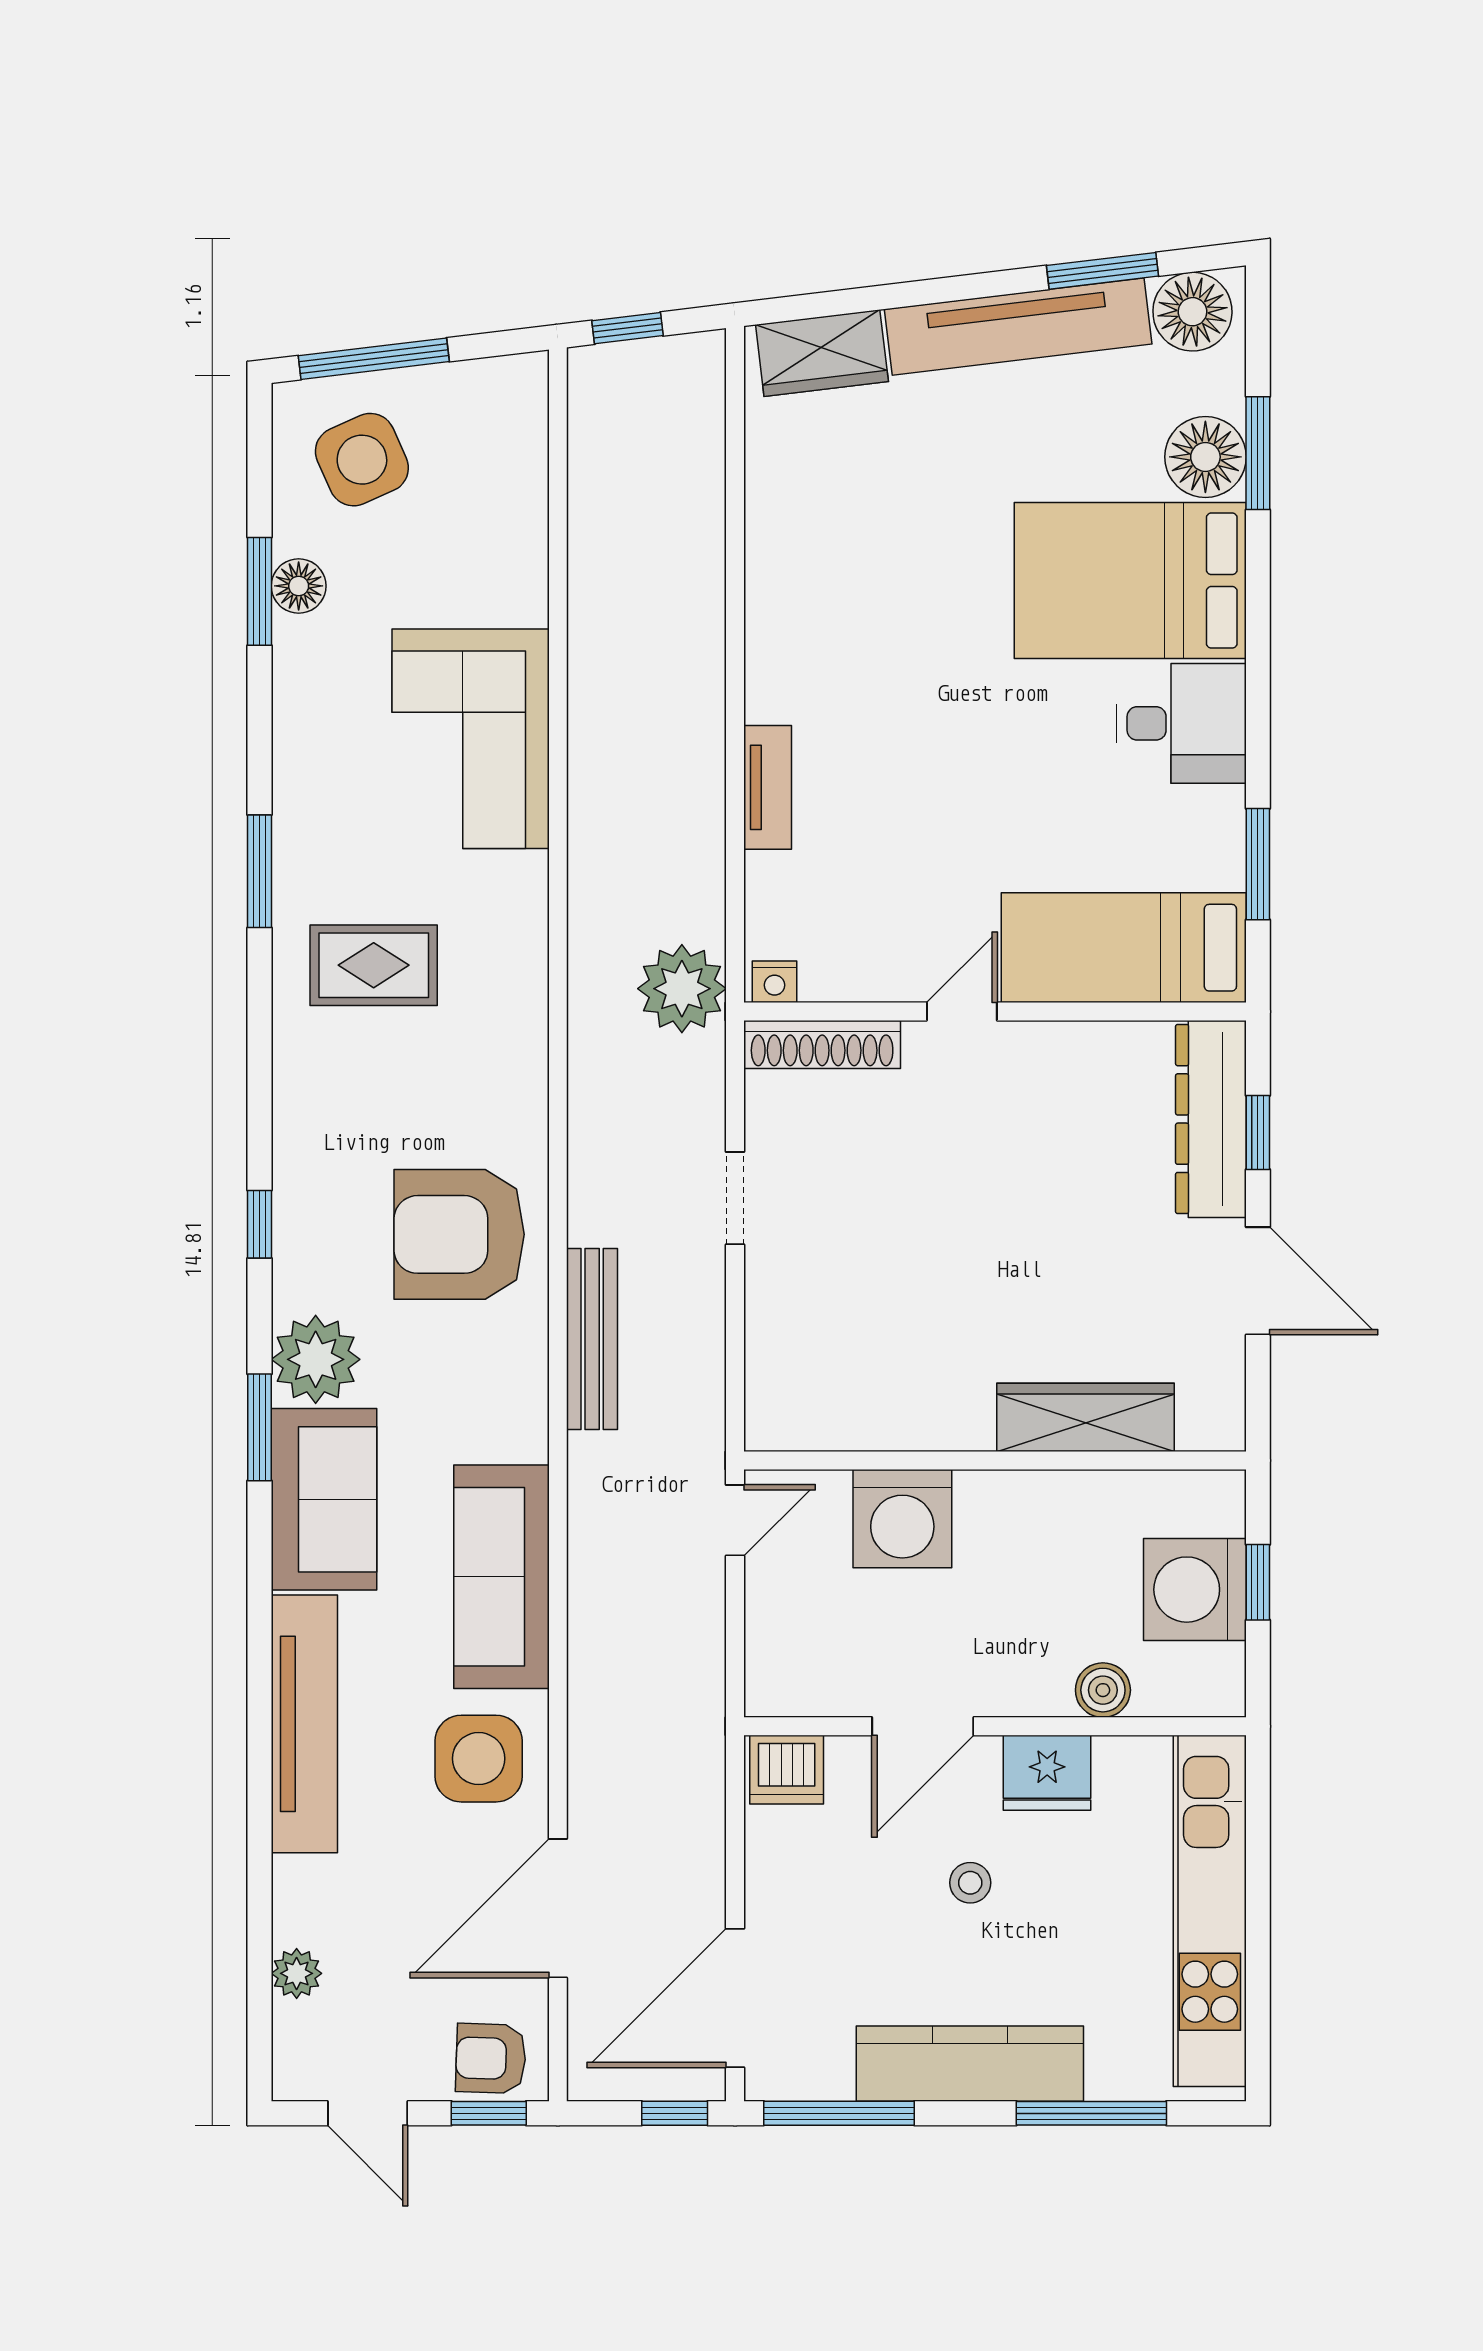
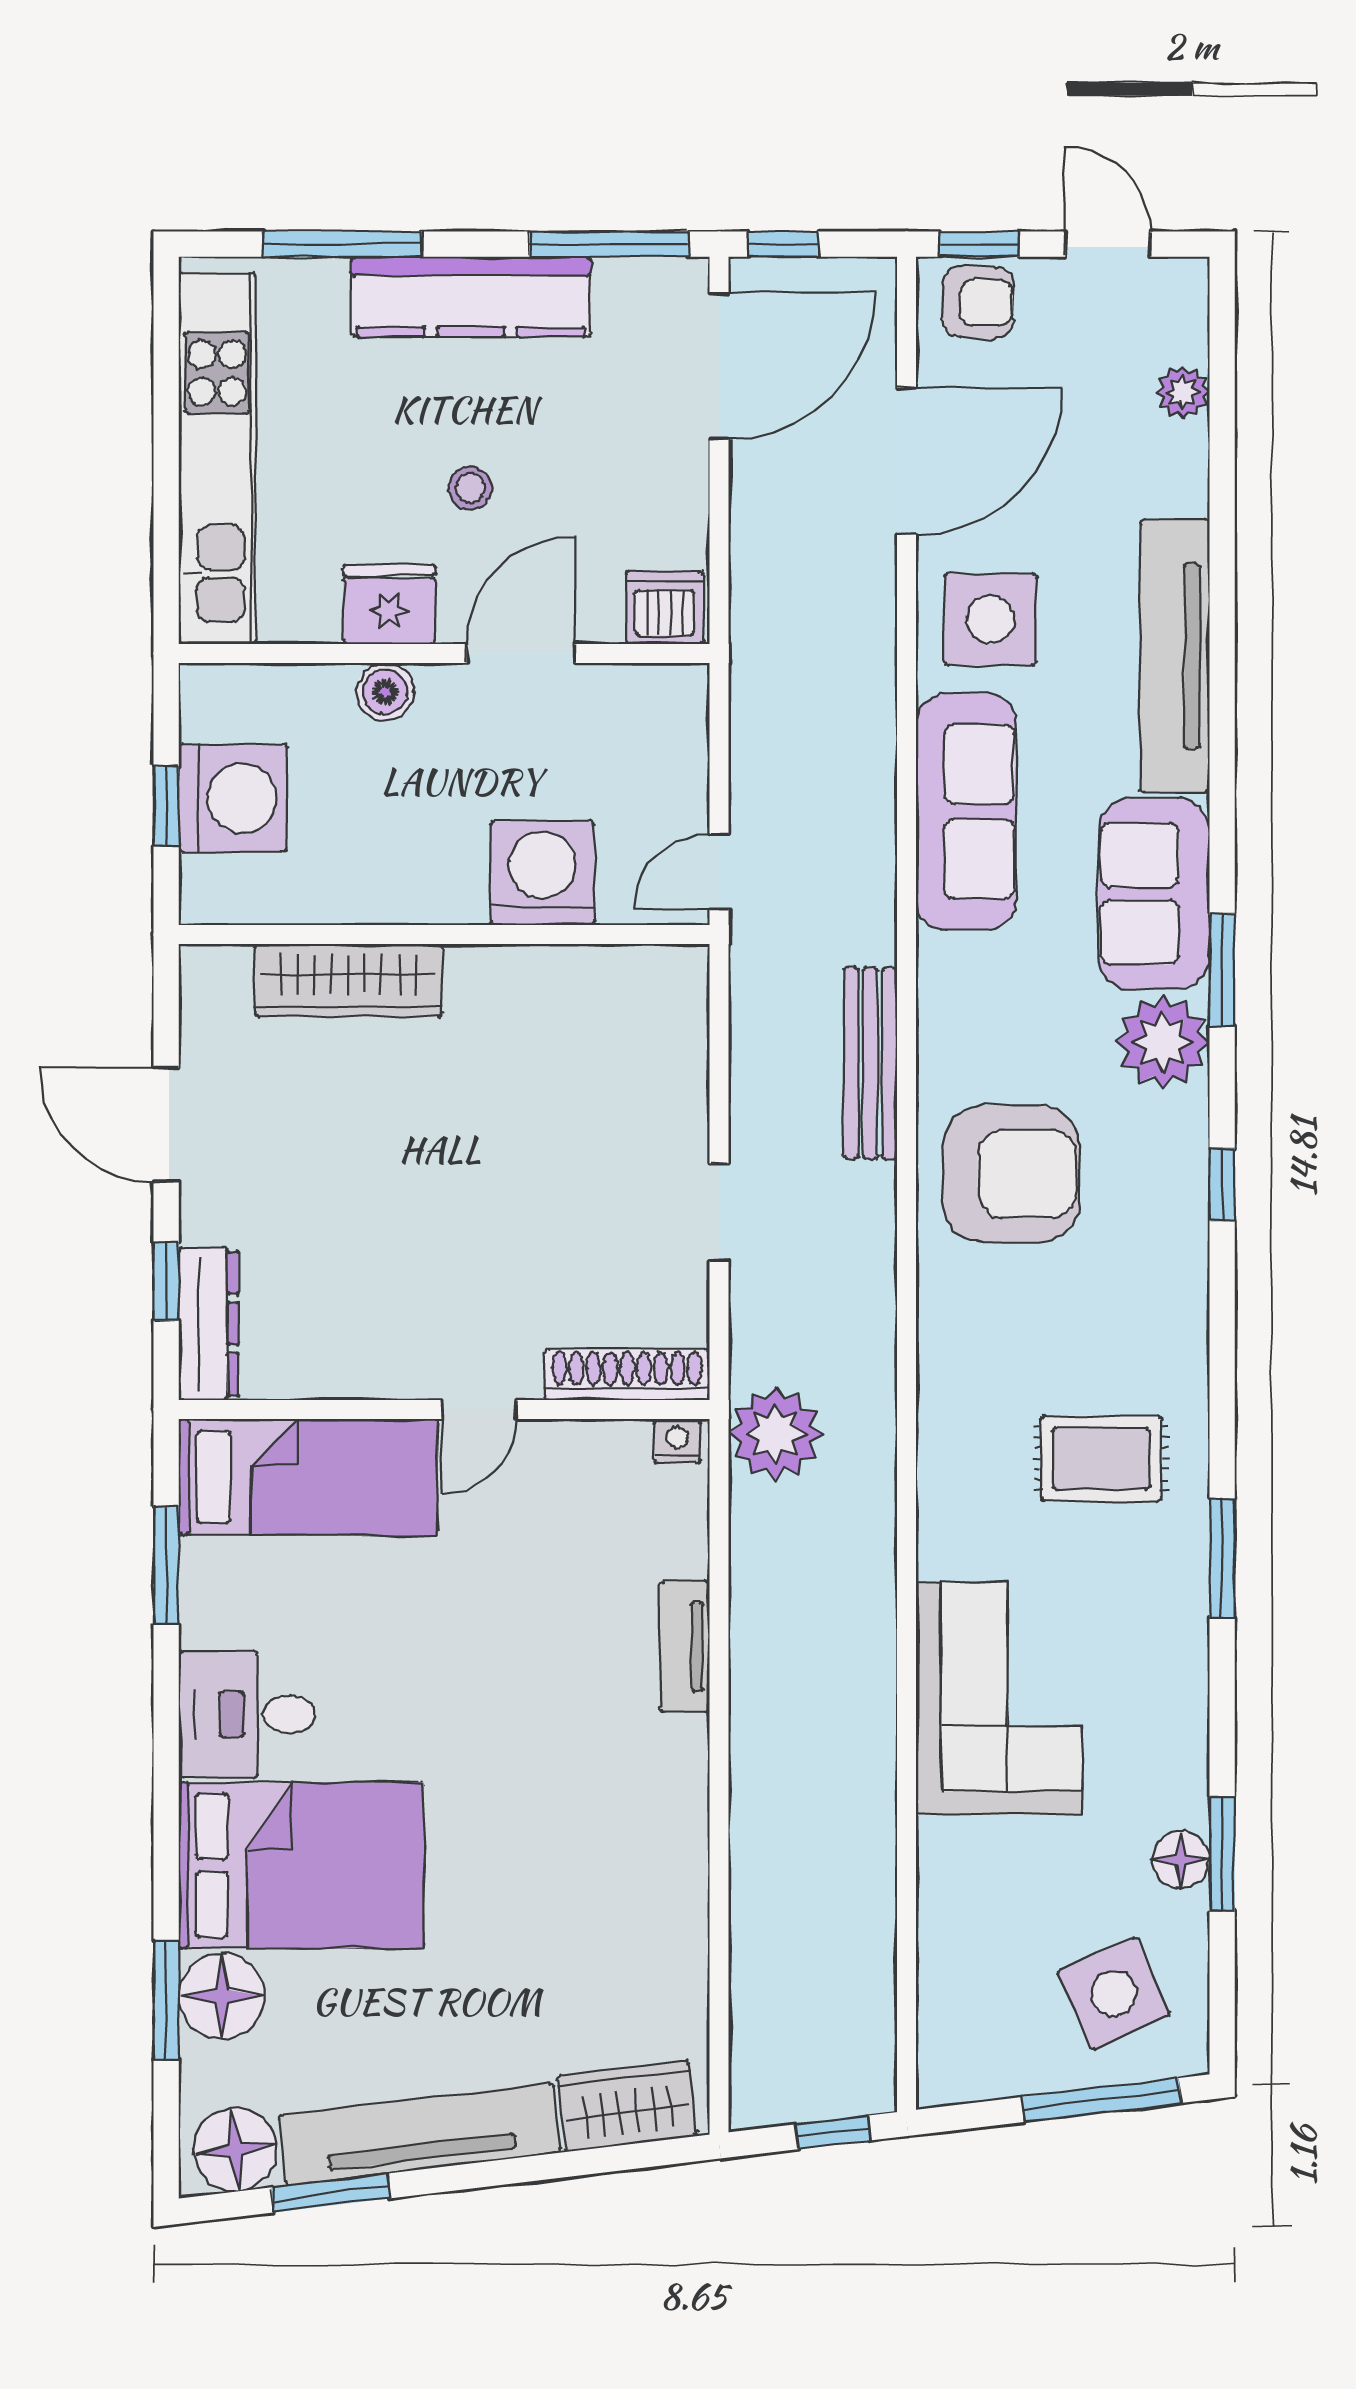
dresser: (1211, 1119) -> (209, 1324), width x0.73, depth x0.80
boiler: (1103, 1690) -> (385, 692), moved

